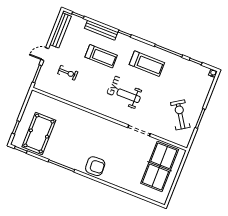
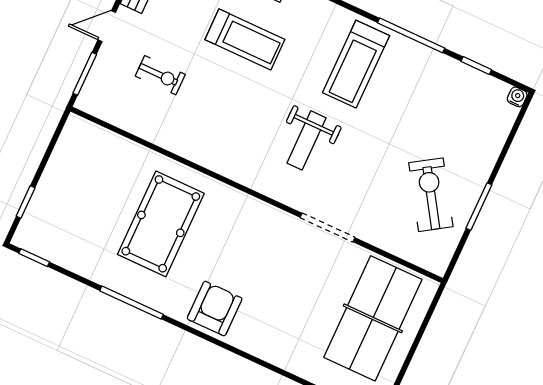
treadmill: (147, 64) -> (356, 64), turned 90
weight bench: (129, 96) -> (307, 140), turned -90
pool table: (39, 134) -> (161, 224), moved
armchair: (95, 166) -> (215, 309), turned -87

